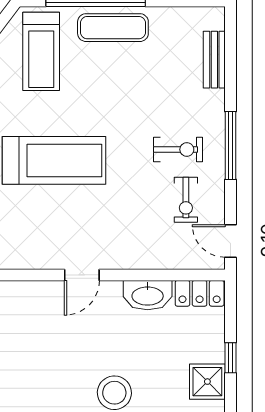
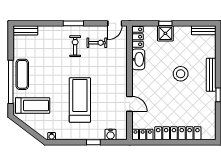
bench: (214, 60) -> (25, 30), moved
window: (231, 145) -> (73, 23), width x0.69
door: (82, 275) -> (130, 104), moved
shower: (207, 382) -> (165, 33), moved

